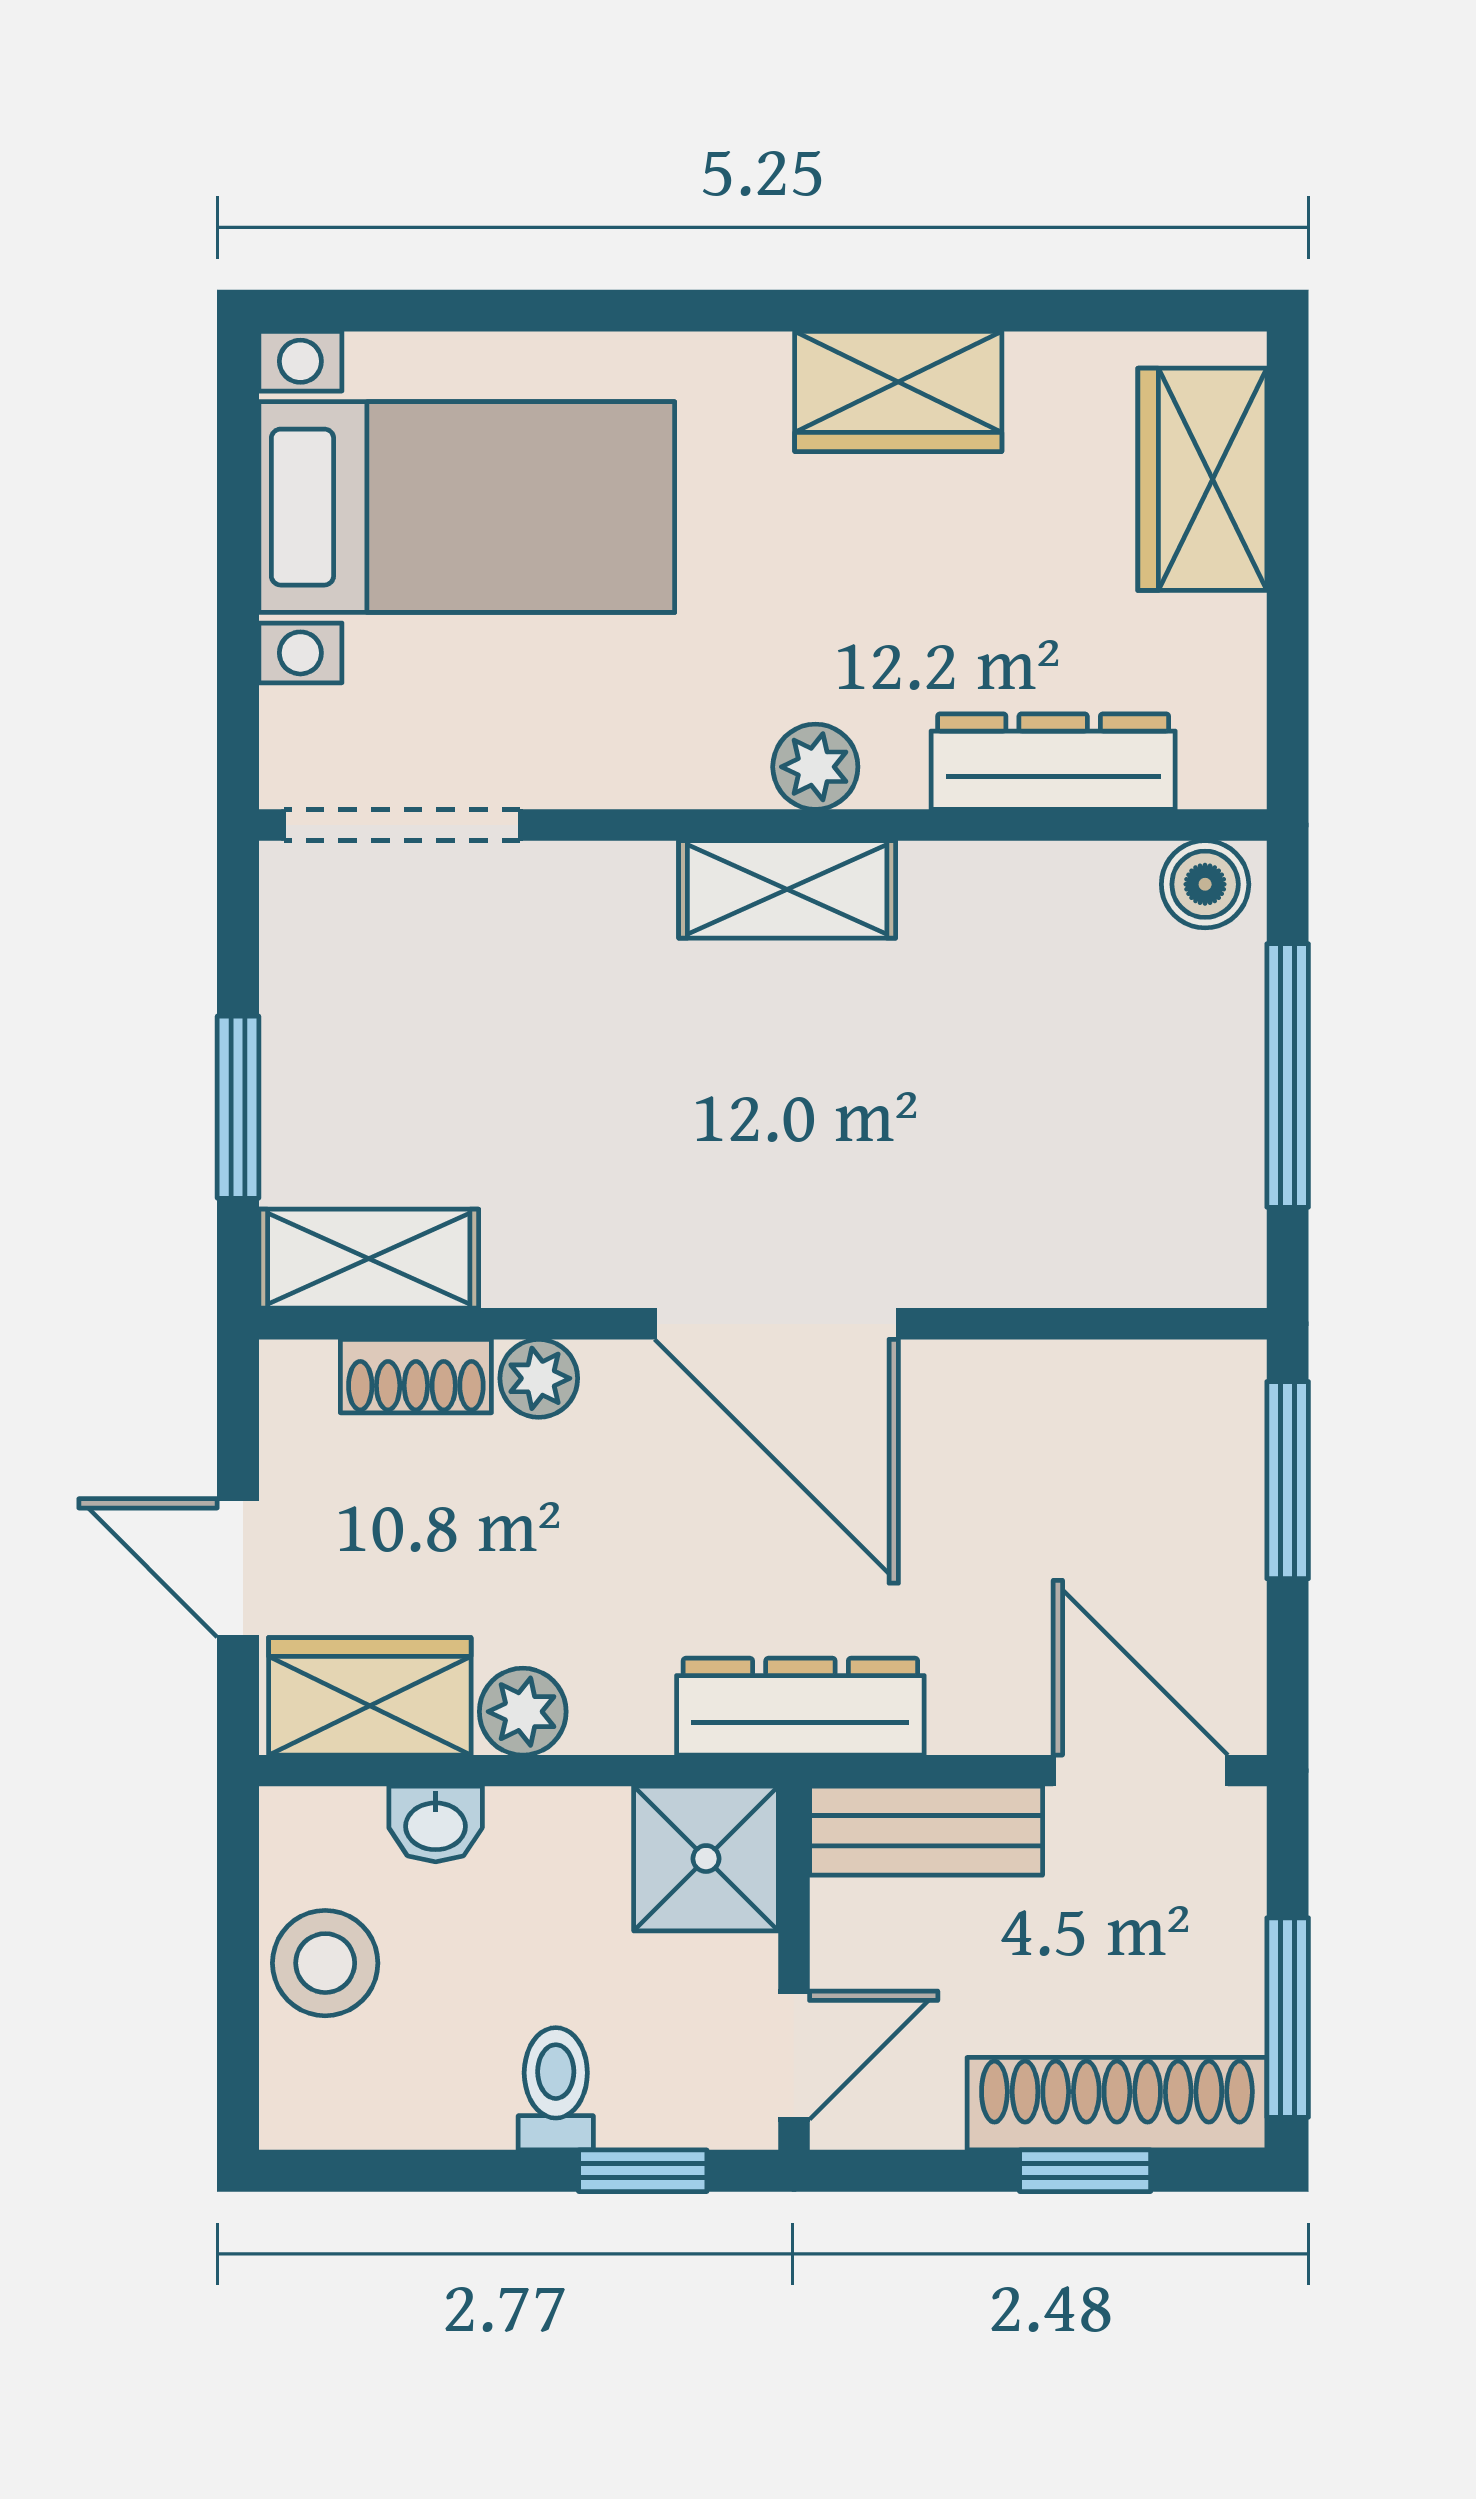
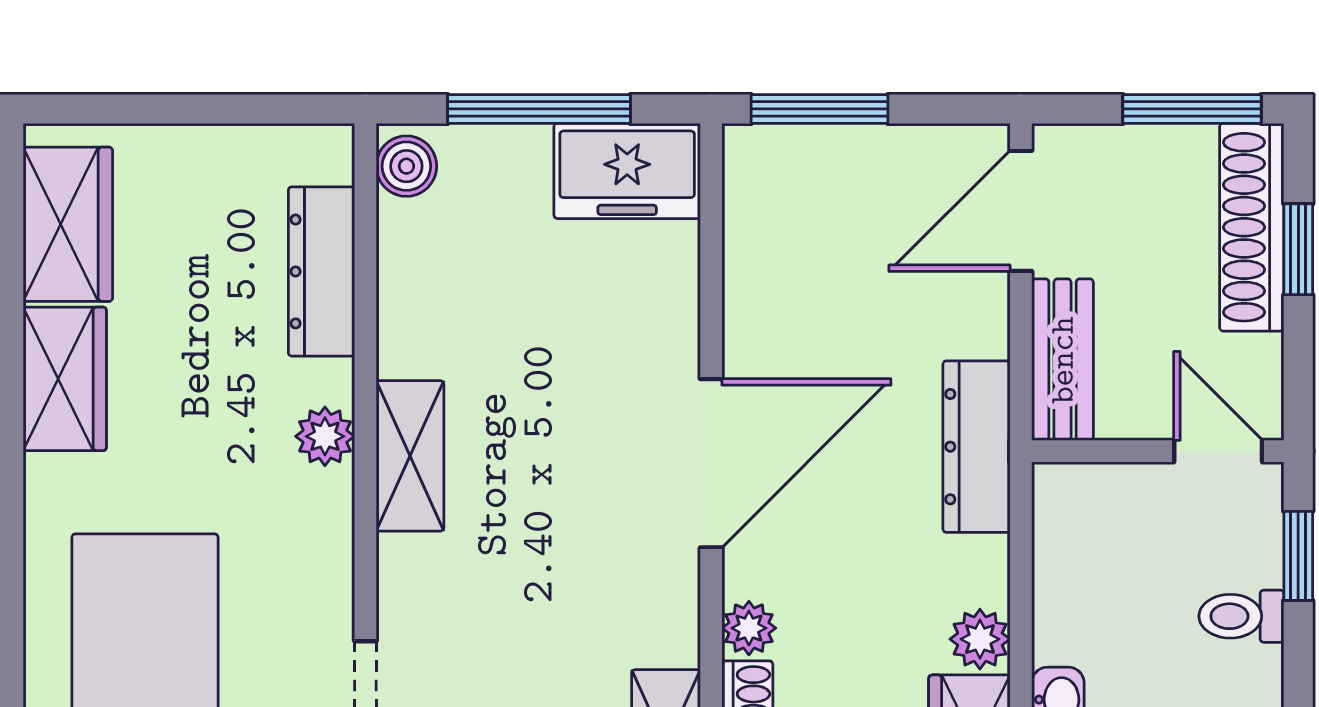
wardrobe: (1202, 479) -> (68, 224), moved, turned -90
freezer: (1198, 1203) -> (627, 171), added
shower: (706, 1859) -> (1082, 512), removed

